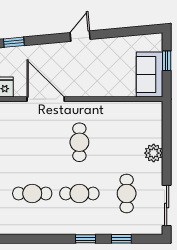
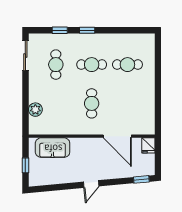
sofa: (149, 75) -> (53, 148), moved, turned 90
plant: (154, 153) -> (35, 110), moved

